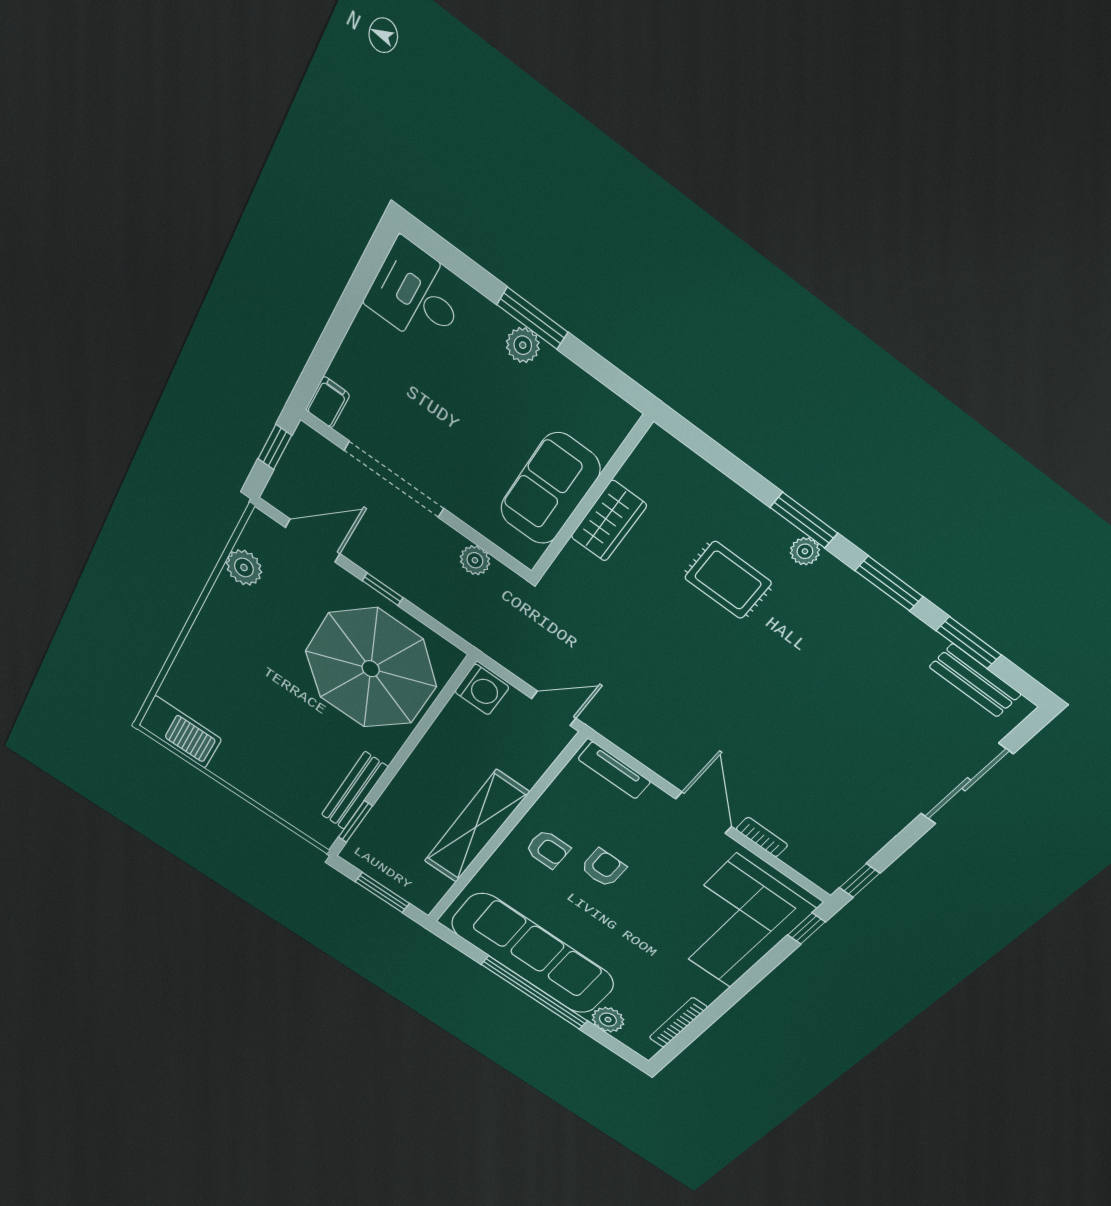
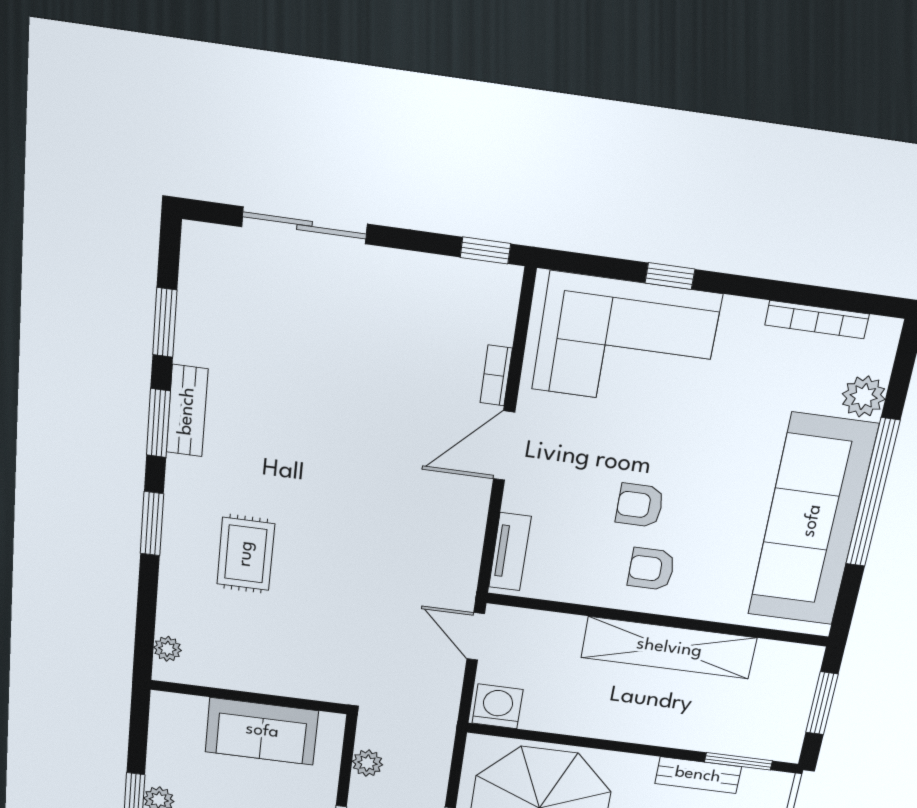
wardrobe: (609, 521) -> (258, 674), removed
plant: (805, 551) -> (167, 649), moved
bench: (975, 680) -> (187, 411), moved
bench: (354, 791) -> (698, 775), width x0.73
armchair: (548, 849) -> (651, 569), turned -90
window: (806, 928) -> (670, 276), moved

